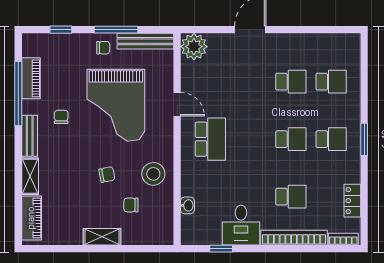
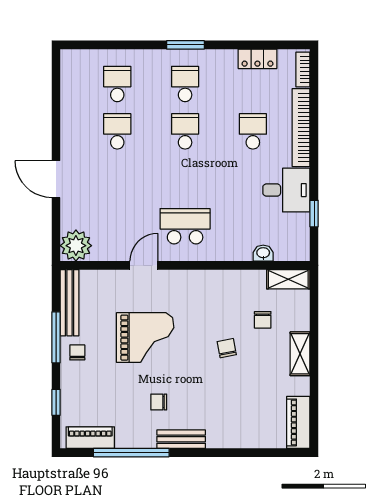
piano: (31, 78) -> (90, 438), moved
grand piano: (116, 105) -> (145, 338), width x0.73, depth x0.68
stool: (153, 174) -> (226, 293), removed
shelving: (30, 176) -> (288, 279), moved
piano: (32, 218) -> (298, 422), moved, turned -90

